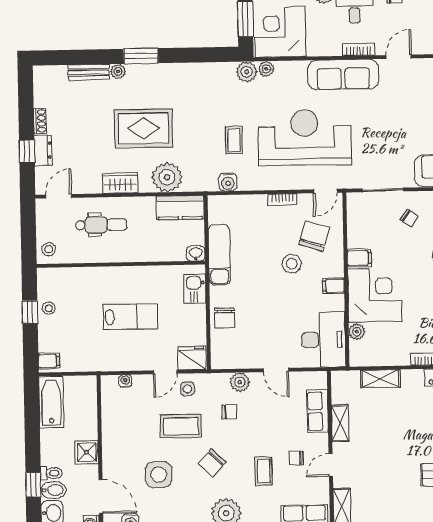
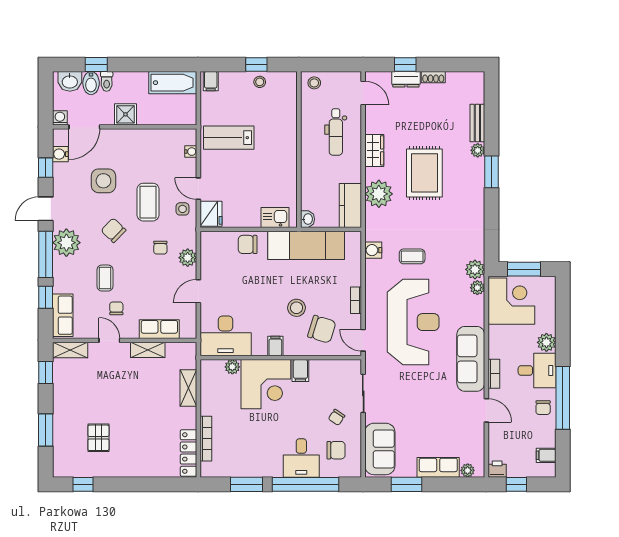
exam couch: (219, 255) -> (306, 245), width x1.36, depth x1.45
lab bench: (130, 317) -> (229, 138), moved, turned 90
coffee table: (264, 471) -> (105, 278), turned 90

